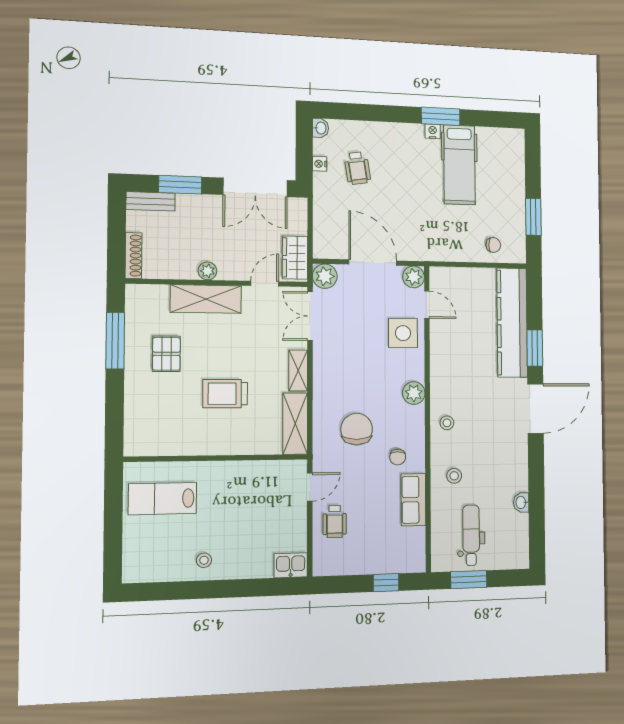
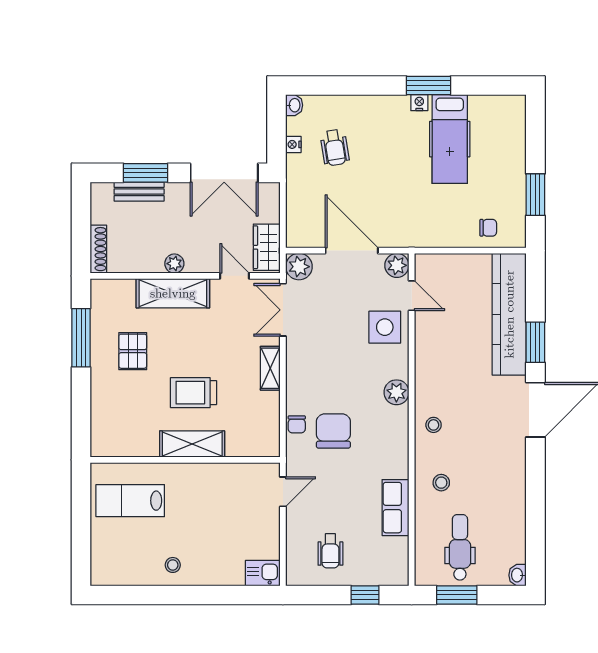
bench: (151, 201) -> (139, 192), moved
door: (265, 284) -> (235, 276), hinge flipped
shelving: (295, 424) -> (192, 444), moved, turned 90
chair: (398, 457) -> (297, 424), moved
washbasin: (521, 502) -> (518, 575), moved
wheelchair: (335, 521) -> (330, 551), moved

